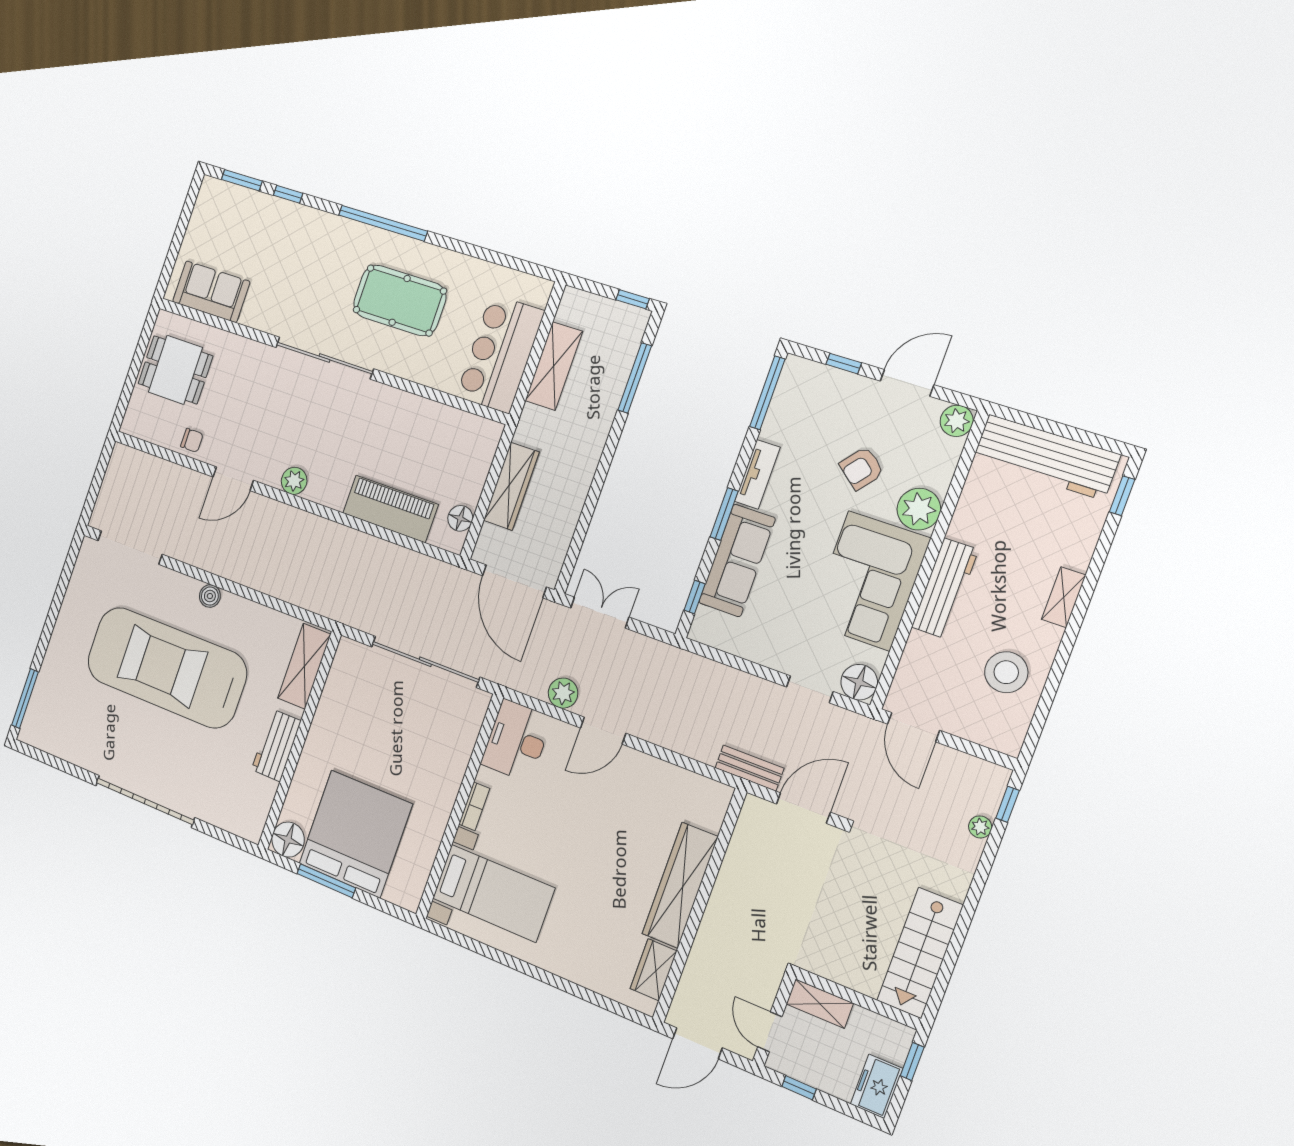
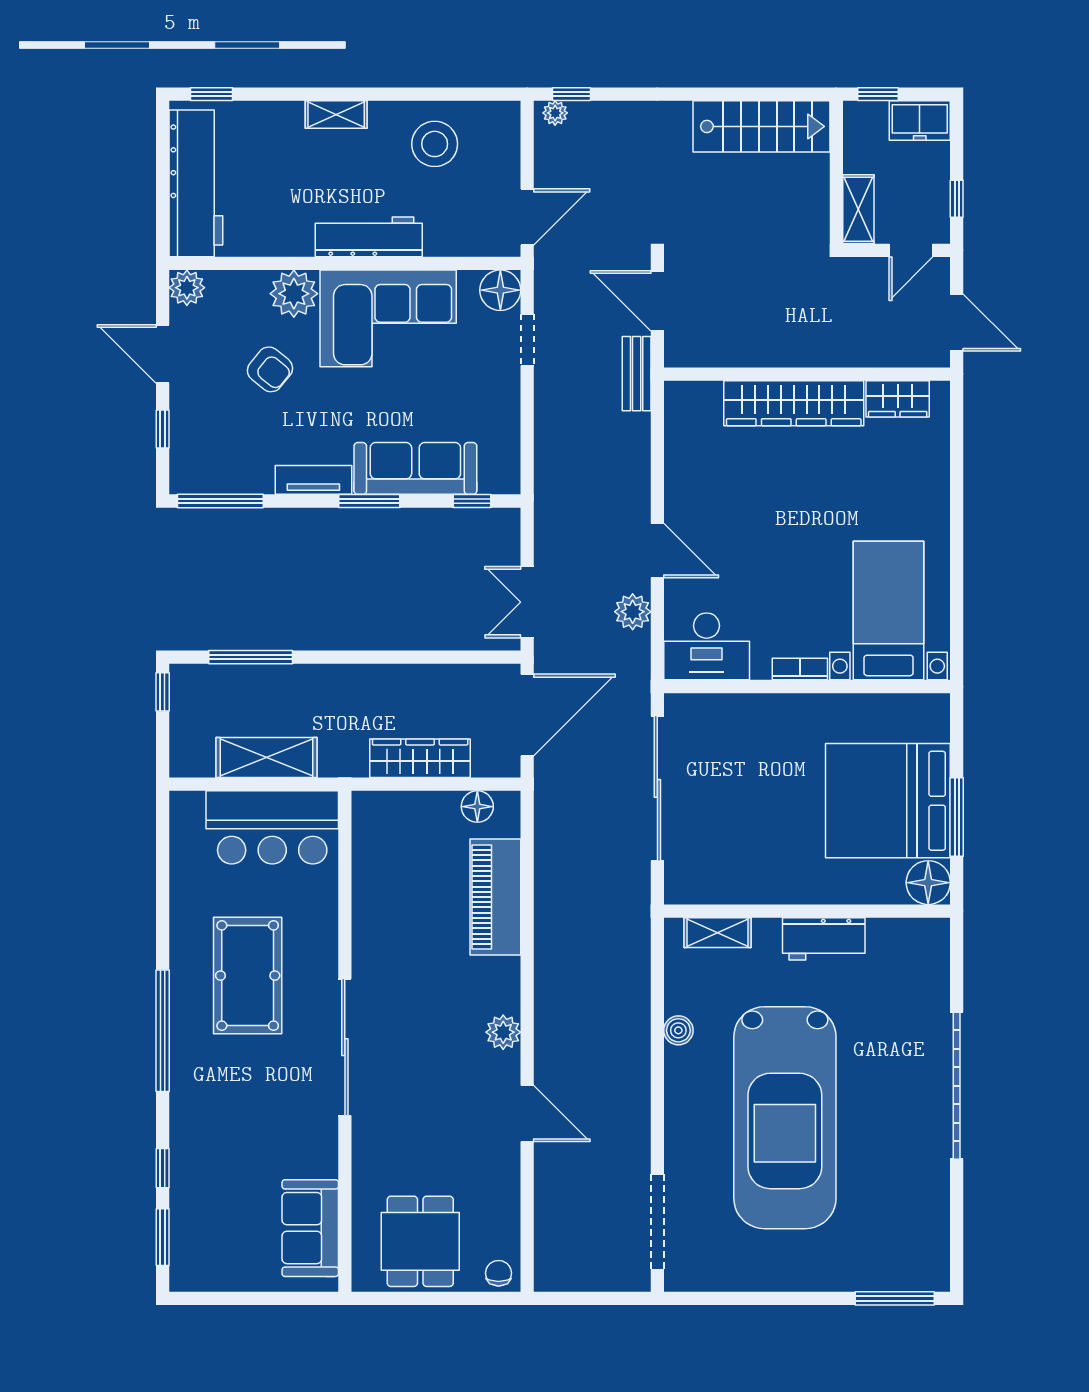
chair: (192, 440) -> (499, 1273), moved
boiler: (210, 596) -> (678, 1030), moved
shelving: (304, 666) -> (718, 933), width x0.67, depth x0.75
plant: (980, 827) -> (555, 113), moved

